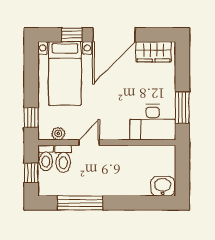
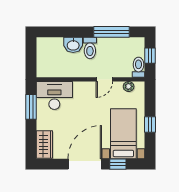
wardrobe: (154, 52) -> (44, 144), moved, turned 90
window: (31, 118) -> (150, 125), moved
toilet: (63, 159) -> (90, 48), moved, turned 180
washbasin: (163, 186) -> (73, 45), moved

